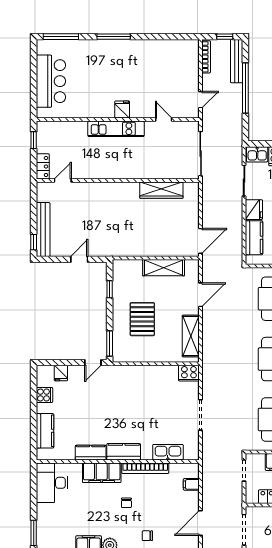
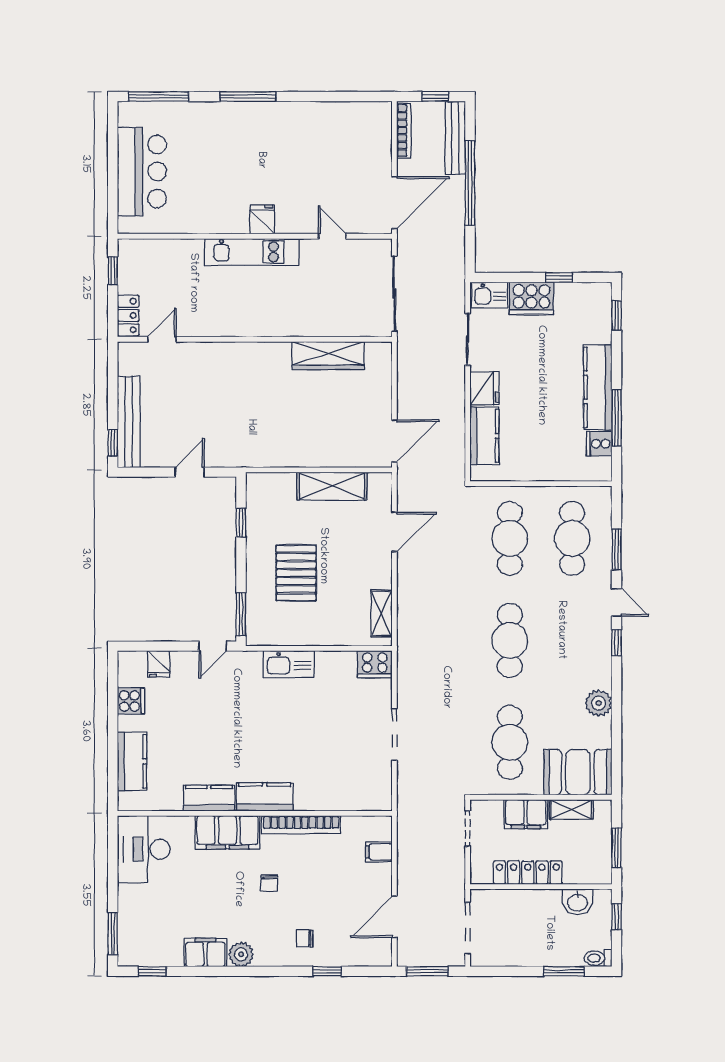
door: (201, 100) -> (394, 203), width x1.88
shelving: (191, 336) -> (382, 613), width x0.67, depth x0.75
kitchen sink: (168, 452) -> (289, 664), moved, turned 180

